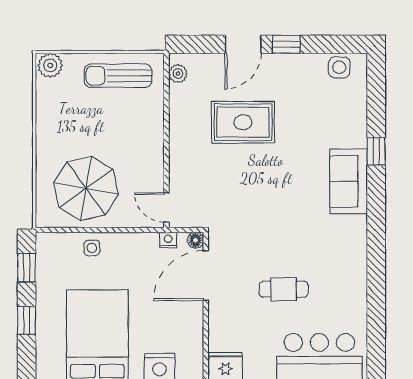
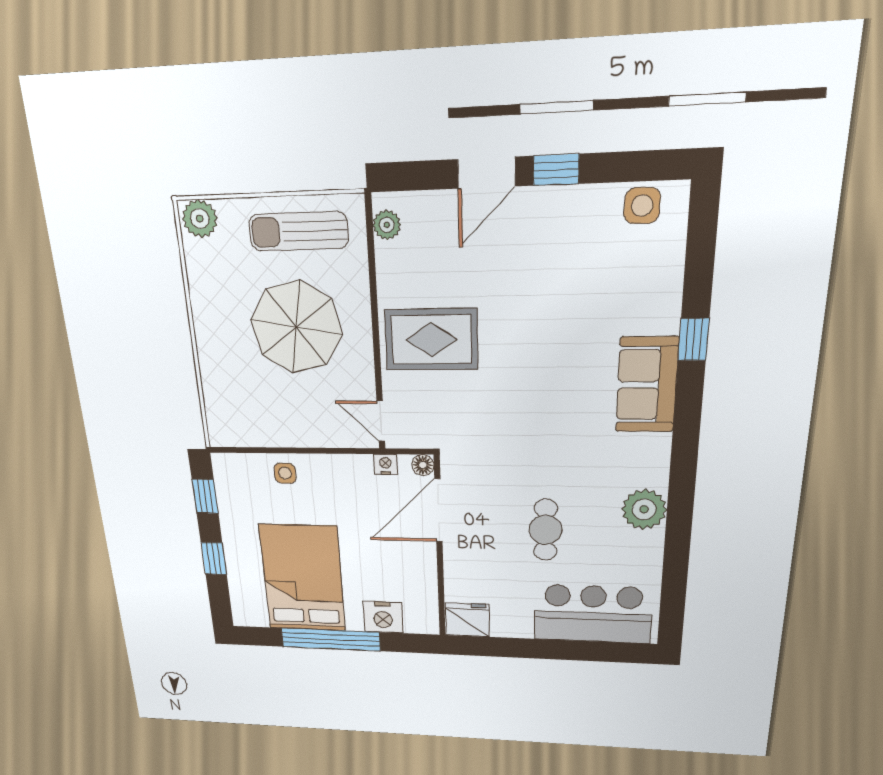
rug: (243, 122) -> (431, 340), moved
parasol: (86, 188) -> (296, 327), moved
plant: (352, 272) -> (644, 509), added
cafe table: (284, 289) -> (546, 530), turned 90

